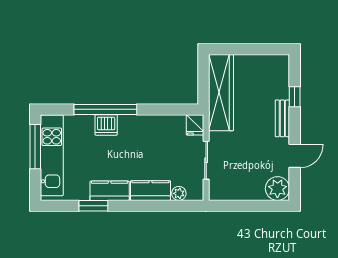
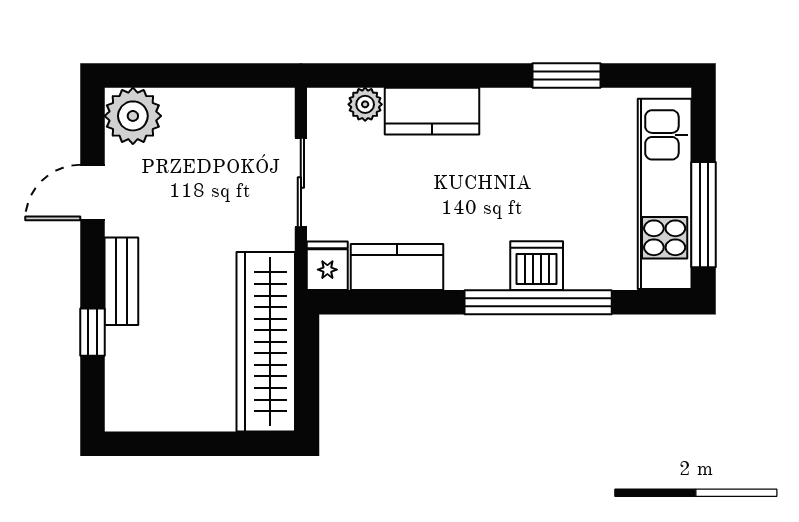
kitchen counter: (110, 191) -> (397, 267), moved, turned 180

